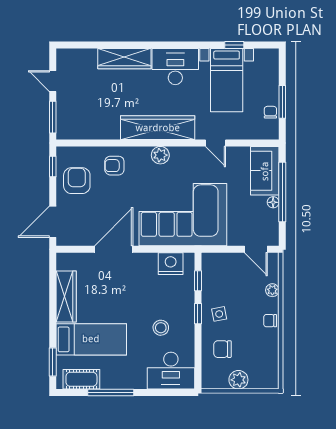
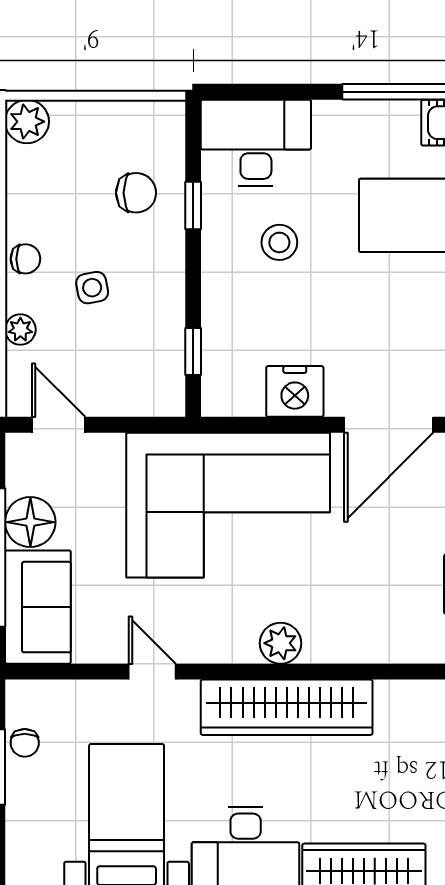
armchair: (114, 166) -> (387, 619), removed
floor lamp: (273, 202) -> (30, 522), width x1.89, depth x1.89
nightstand: (171, 264) -> (295, 391), moved
window: (198, 314) -> (193, 205), moved
side table: (219, 314) -> (92, 288), moved
plant: (238, 380) -> (27, 122), moved

